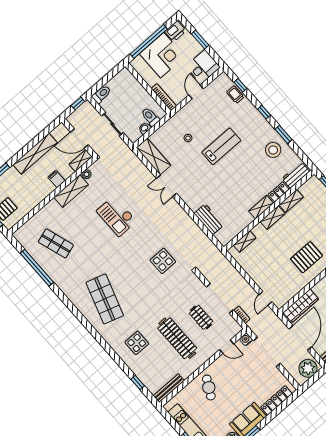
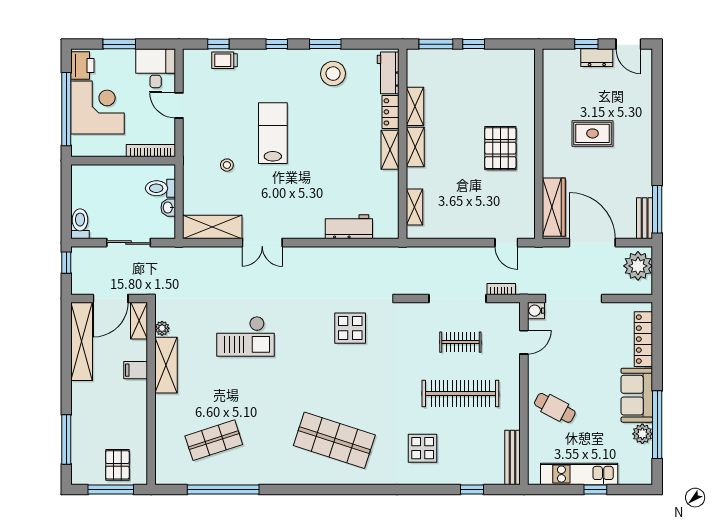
shelving: (35, 154) -> (82, 341), moved

